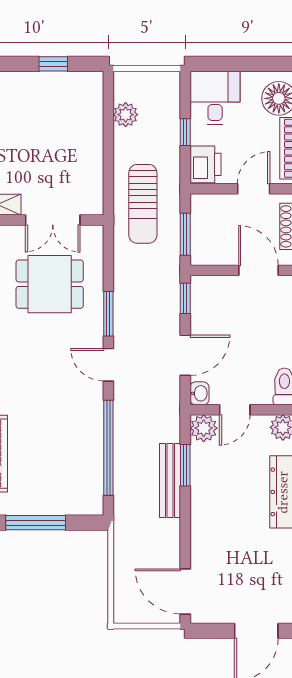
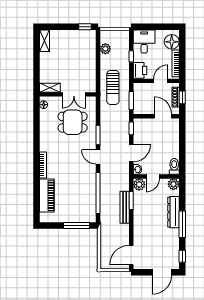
window: (53, 64) -> (85, 27), moved
window: (36, 523) -> (77, 225), moved
door: (185, 591) -> (131, 255), hinge flipped

